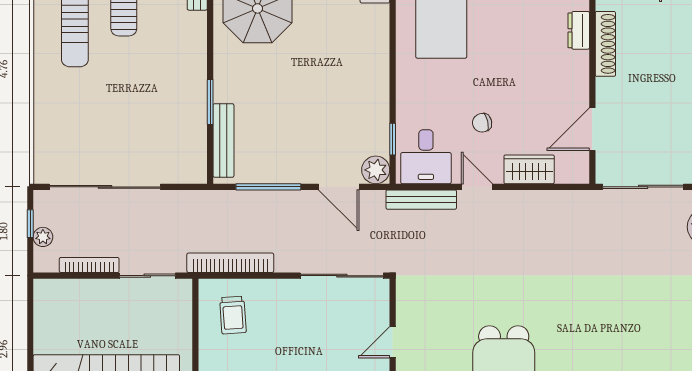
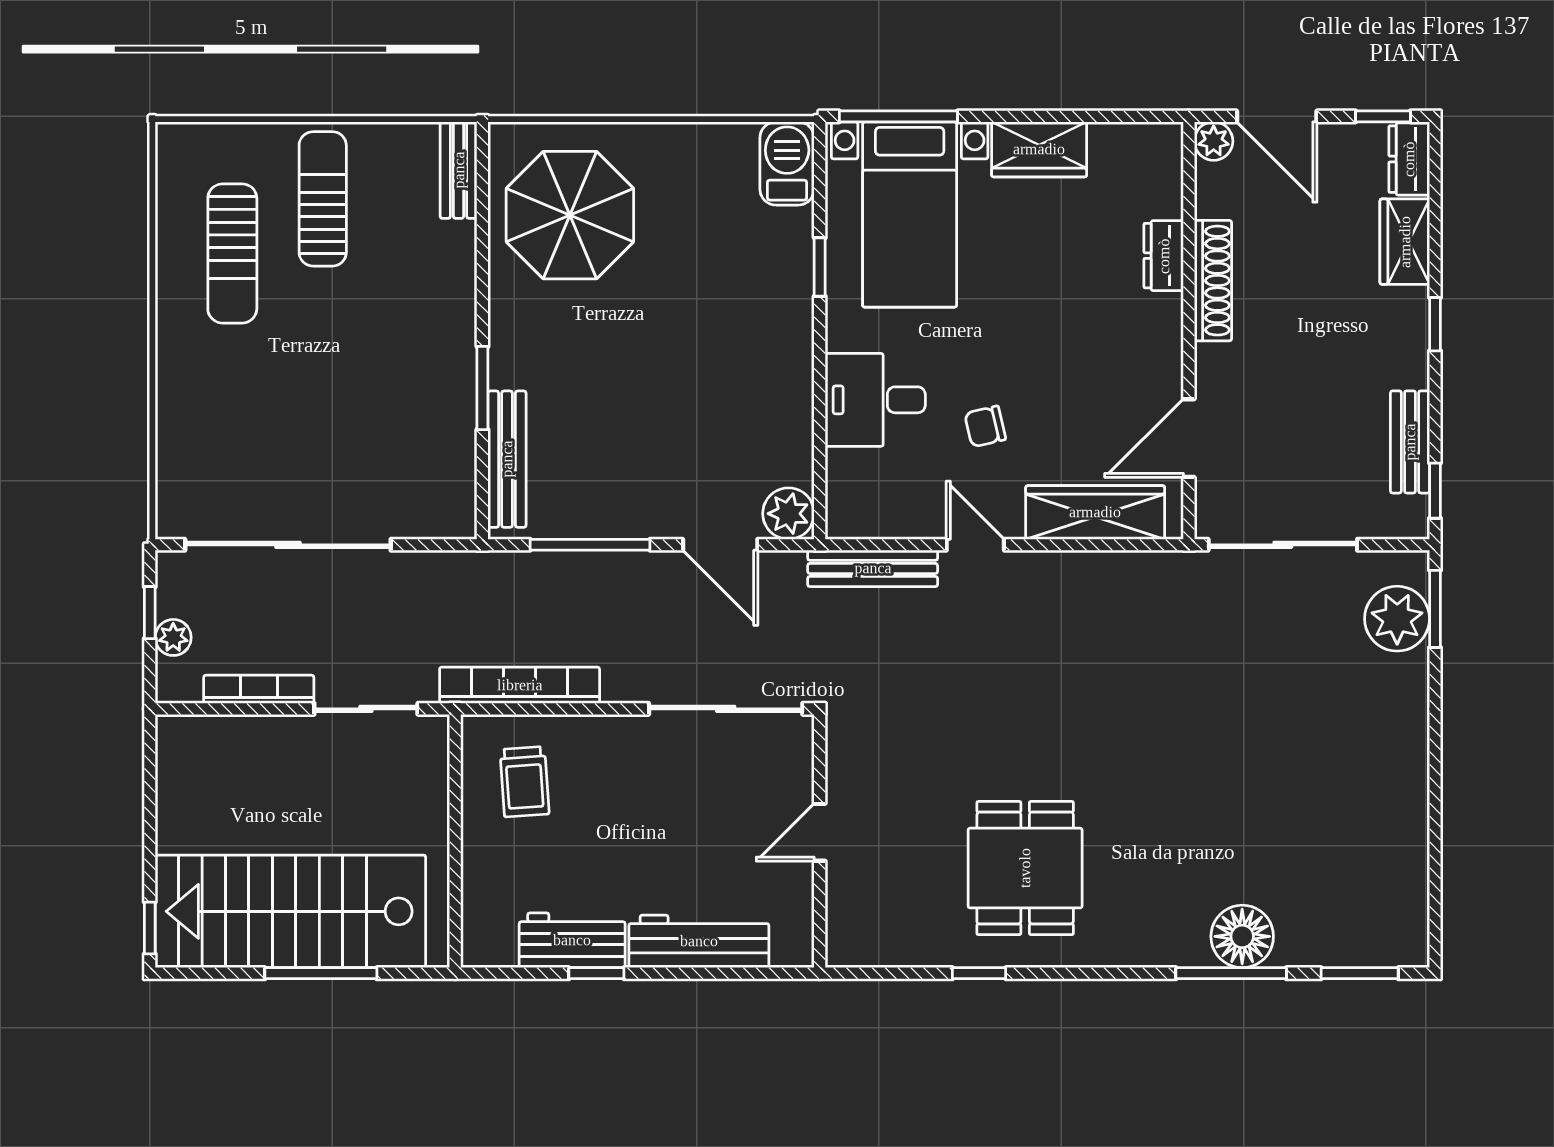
window: (393, 139) -> (820, 267), moved
desk: (426, 157) -> (875, 400), moved, turned 90
wardrobe: (529, 169) -> (1095, 512), width x1.50

